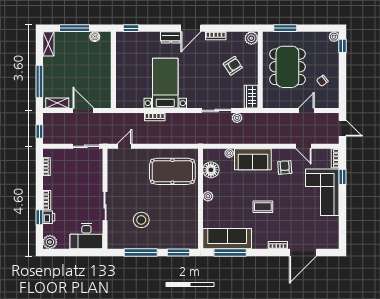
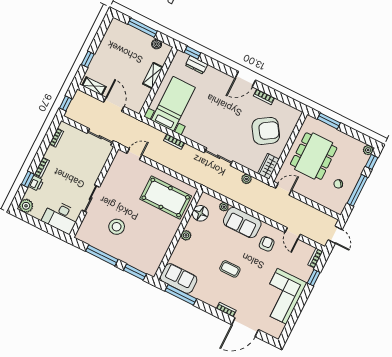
dresser: (171, 37) -> (196, 65), moved
plant: (251, 38) -> (294, 115), removed
shelving: (48, 44) -> (153, 76), moved
armchair: (233, 66) -> (266, 131), width x1.88, depth x1.88
window: (343, 78) -> (357, 190), added
window: (39, 82) -> (88, 59), width x0.46
bed with nightstands: (165, 83) -> (173, 104), moved
sliding door: (217, 110) -> (218, 157), moved
door: (306, 110) -> (284, 189), moved
corner sofa: (322, 192) -> (282, 296), moved
sofa: (227, 239) -> (179, 279), width x0.73

